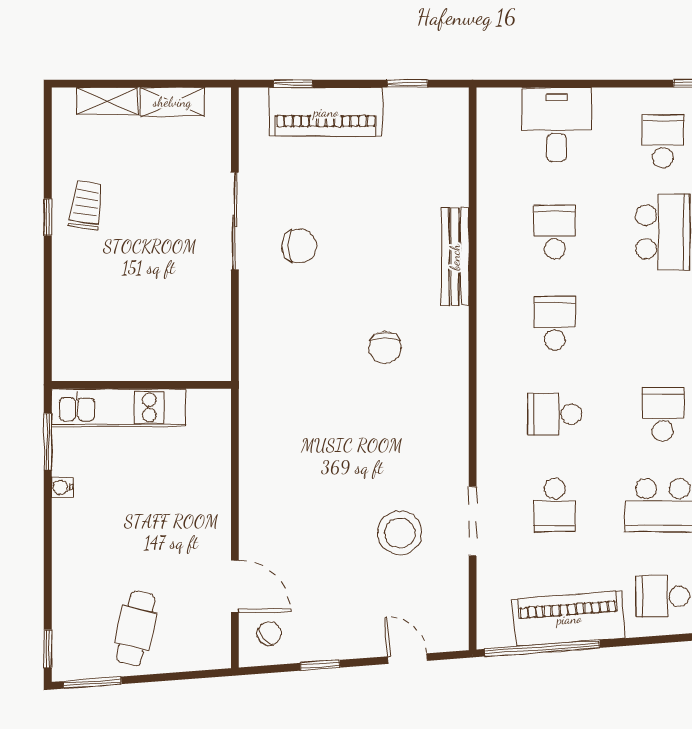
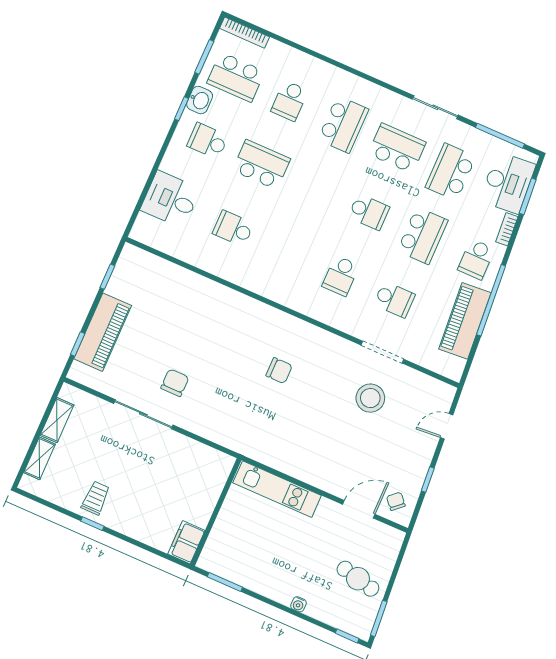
trolley: (86, 206) -> (96, 498), turned 82
bench: (455, 257) -> (222, 294), removed
school desk: (555, 323) -> (287, 252), removed
chair: (385, 348) -> (279, 371), moved
filing cabinet: (80, 362) -> (186, 542), added
kitchen unit: (118, 408) -> (277, 489), moved, turned 90
school desk: (663, 414) -> (369, 212), turned 180
water cooler: (62, 487) -> (298, 604), moved
window: (542, 648) -> (491, 300), moved

